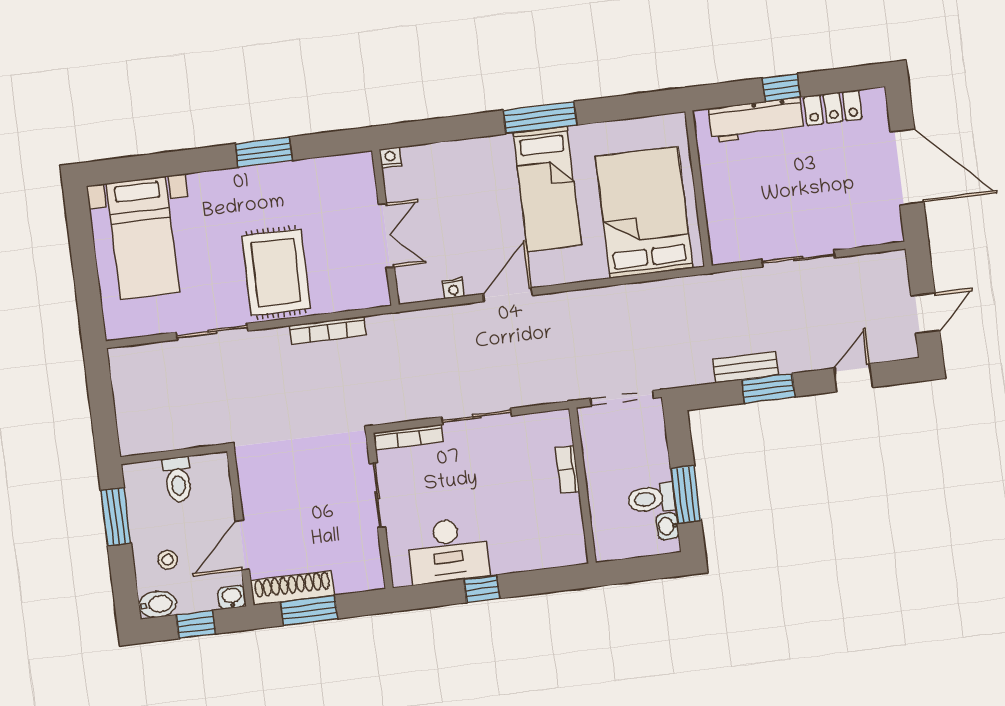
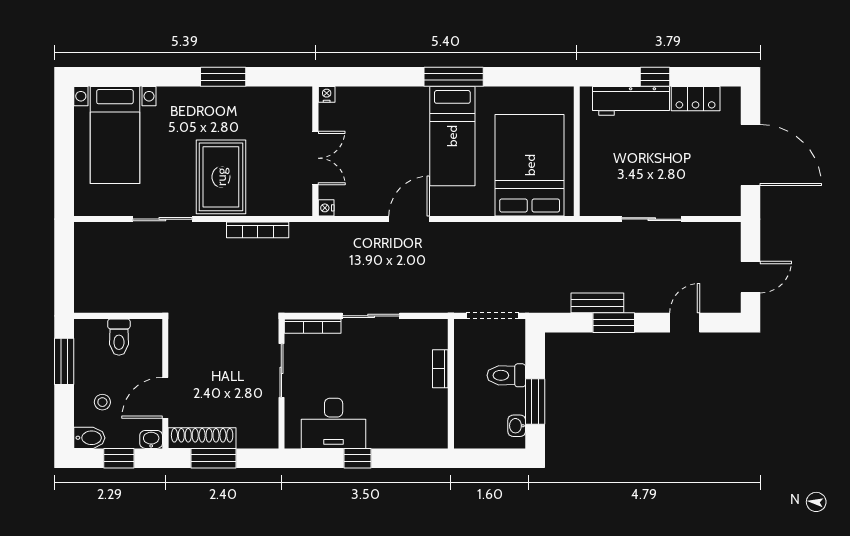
nightstand: (453, 288) -> (326, 208), moved, turned 90
toilet: (651, 499) -> (506, 375), moved

